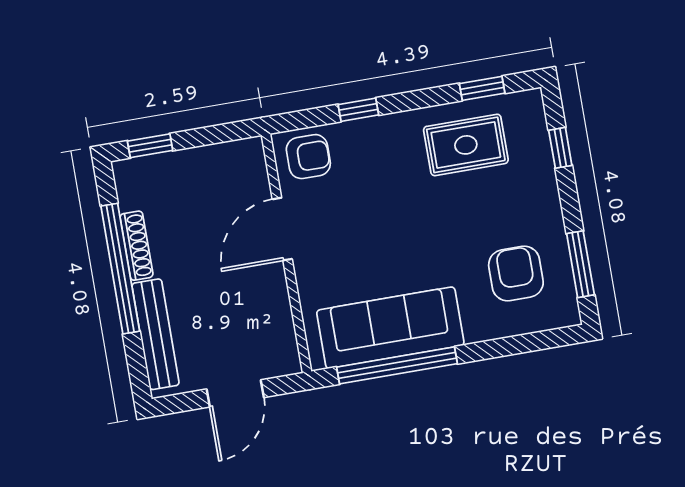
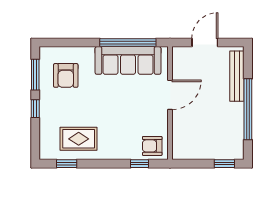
window: (358, 110) -> (139, 164), moved
window: (560, 148) -> (35, 109), moved
door: (282, 229) -> (170, 95), moved
shoe rack: (136, 246) -> (239, 119), removed

